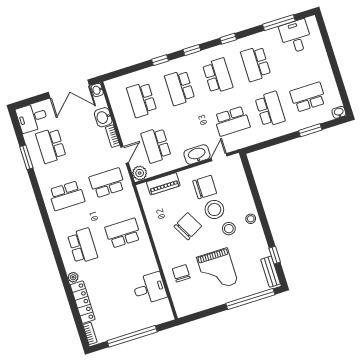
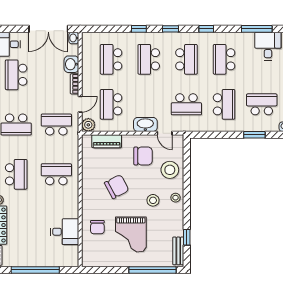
door: (219, 157) -> (165, 133), swing flipped
stool: (214, 209) -> (170, 170), moved
chair: (181, 273) -> (97, 227), turned 180

